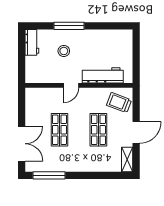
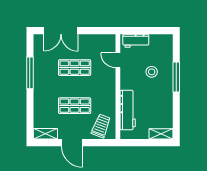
shelving: (127, 41) -> (161, 134), added
workbench: (32, 42) -> (136, 41), moved
door: (71, 85) -> (118, 60), moved
window: (49, 175) -> (30, 73), moved

